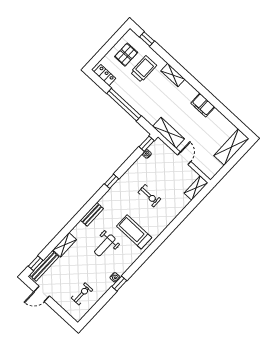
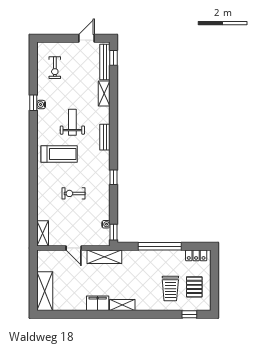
shelving: (173, 75) -> (122, 305), moved

